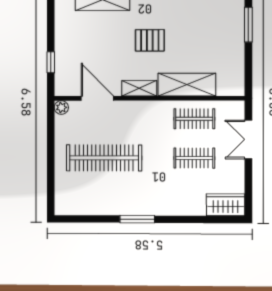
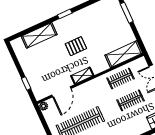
shelving: (187, 85) -> (124, 54), moved
door: (97, 98) -> (61, 92), swing flipped

